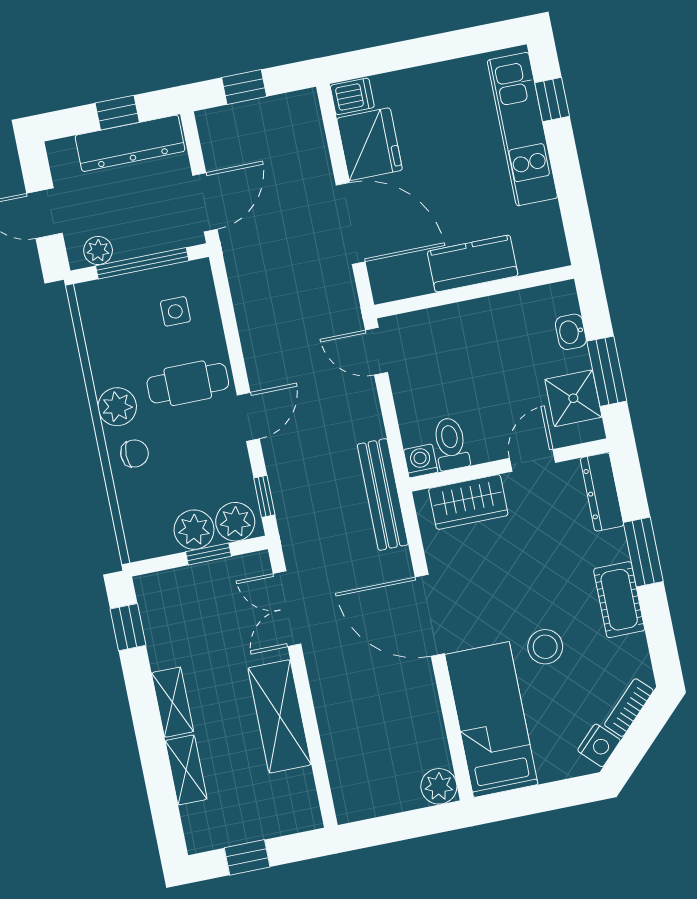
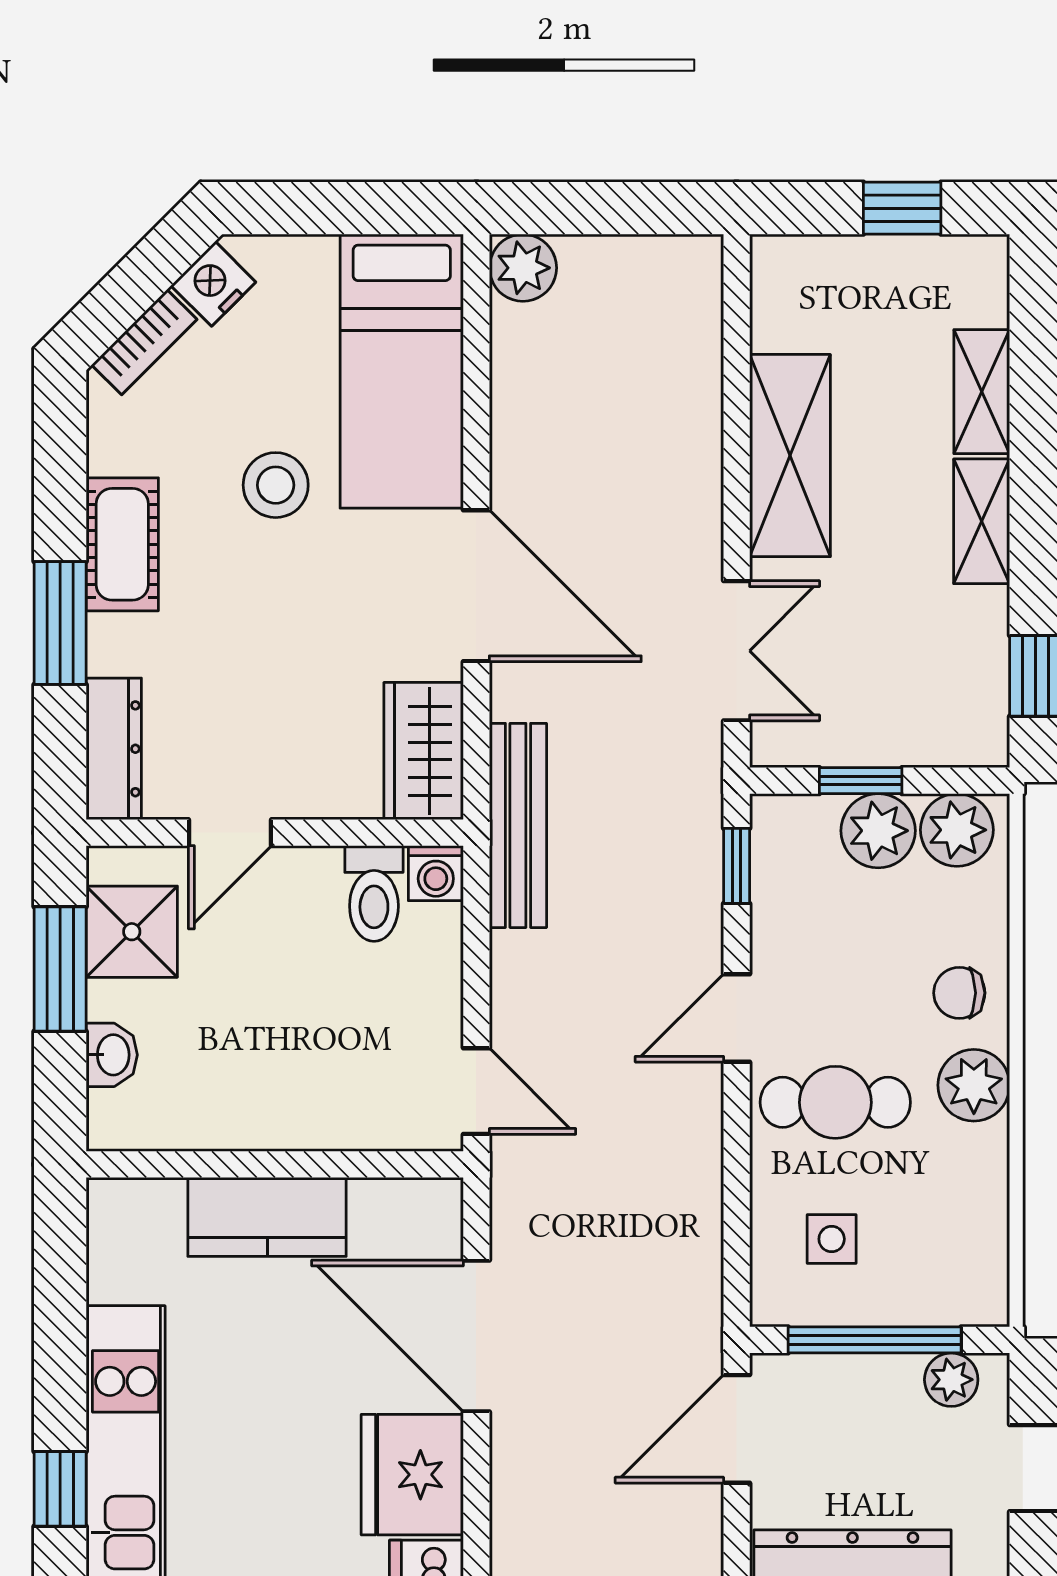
wardrobe: (468, 502) -> (424, 751), moved, turned -90
plant: (235, 522) -> (957, 830), moved

